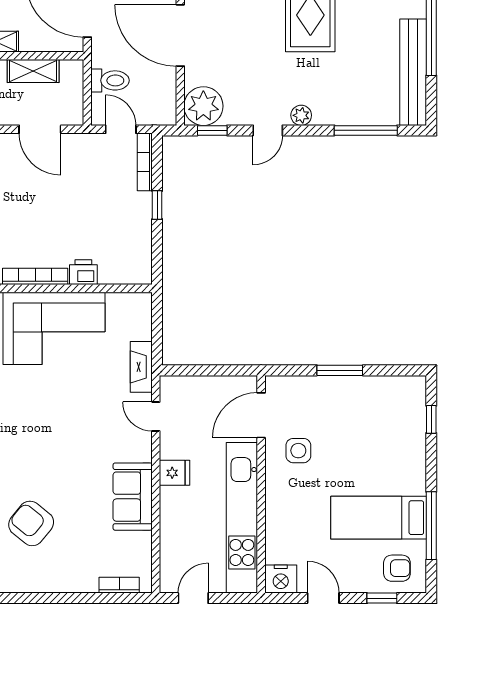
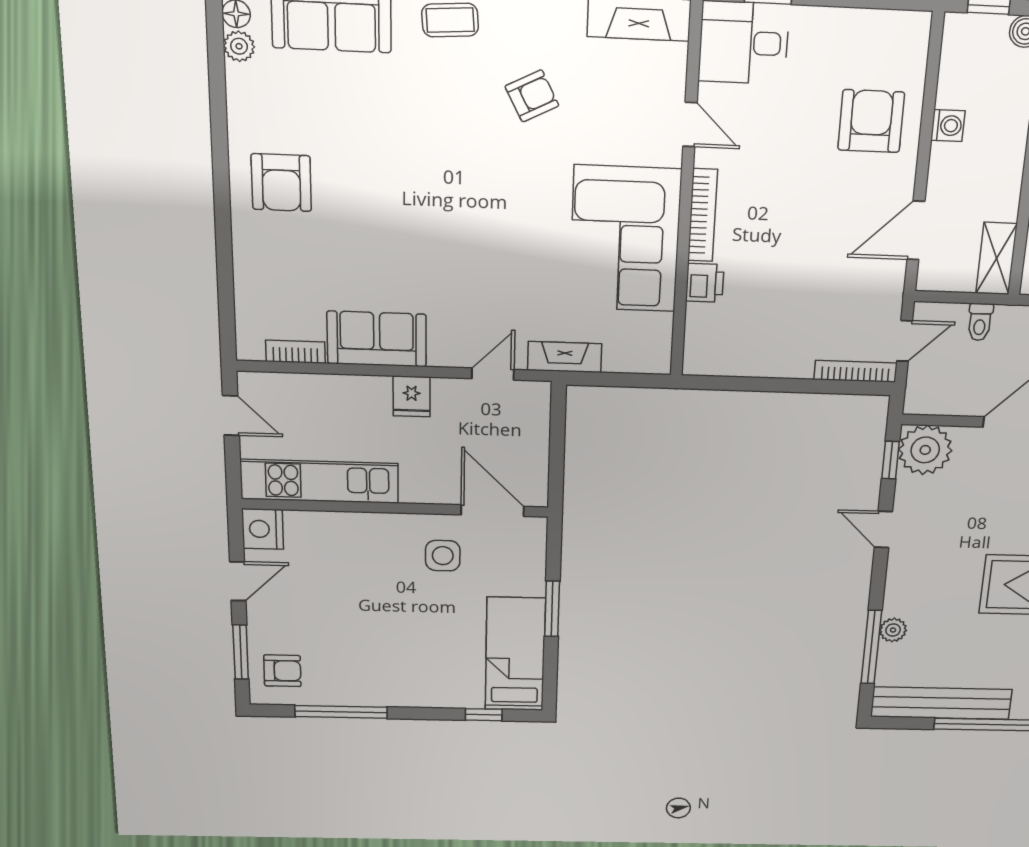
shelving: (33, 71) -> (996, 258), moved
toilet: (110, 80) -> (980, 322), width x0.73, depth x0.72
plant: (301, 115) -> (893, 630), moved
window: (157, 205) -> (793, 386), removed
kitchen unit: (242, 518) -> (319, 481), width x0.73
bed: (379, 518) -> (515, 654), moved
armchair: (31, 523) -> (281, 183), moved, turned 141
armchair: (397, 568) -> (282, 671), turned -90
bookcase: (119, 585) -> (295, 352), moved, turned -90
window: (382, 598) -> (241, 652), width x1.50

